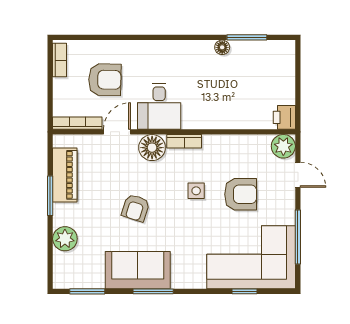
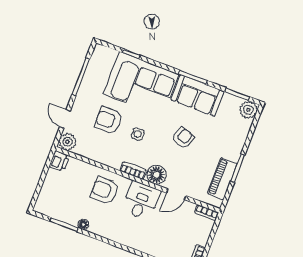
armchair: (105, 80) -> (105, 191), moved
bookcase: (77, 123) -> (207, 213), width x0.64
plant: (65, 239) -> (248, 110), moved
corner sofa: (251, 257) -> (141, 84), moved

